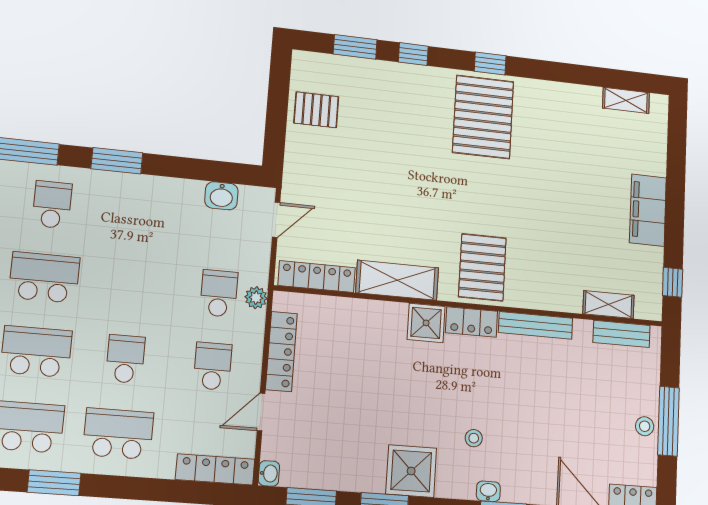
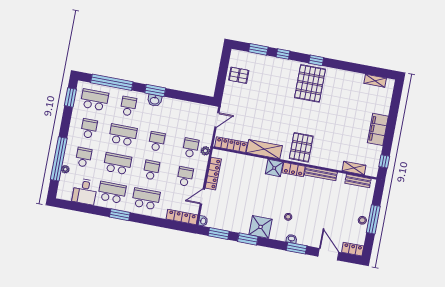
washbasin: (221, 196) -> (155, 100), moved
school desk: (132, 286) -> (157, 141), added

